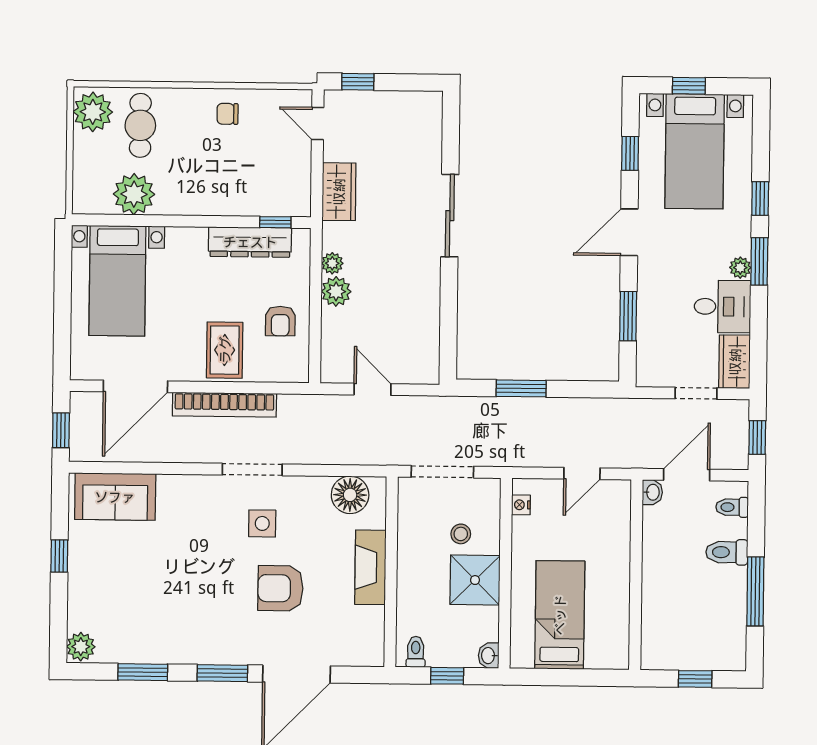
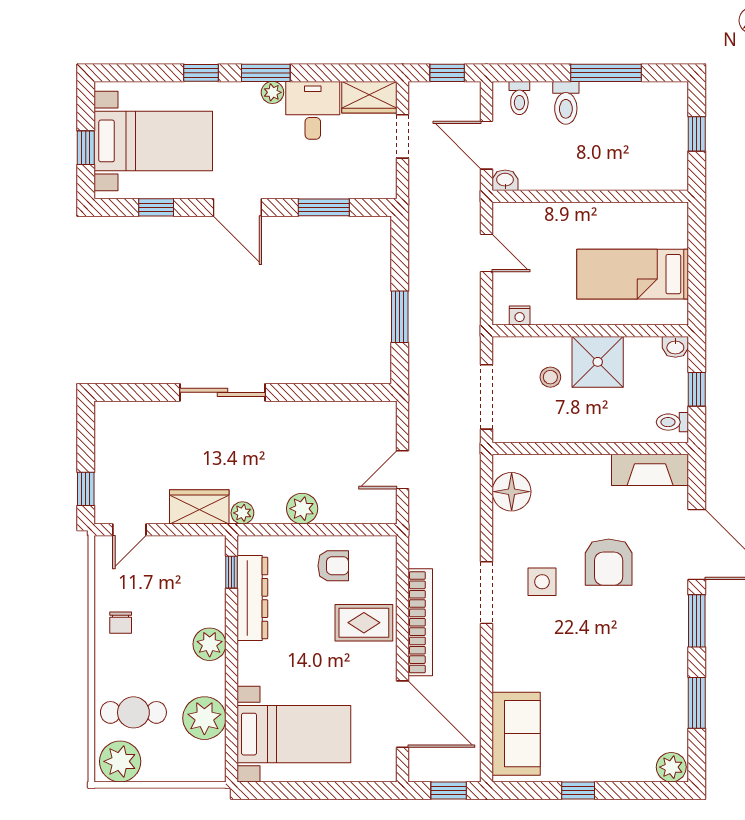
plant: (206, 200) -> (210, 644), added
plant: (332, 263) -> (242, 513), moved
fireplace: (370, 567) -> (650, 470), moved

